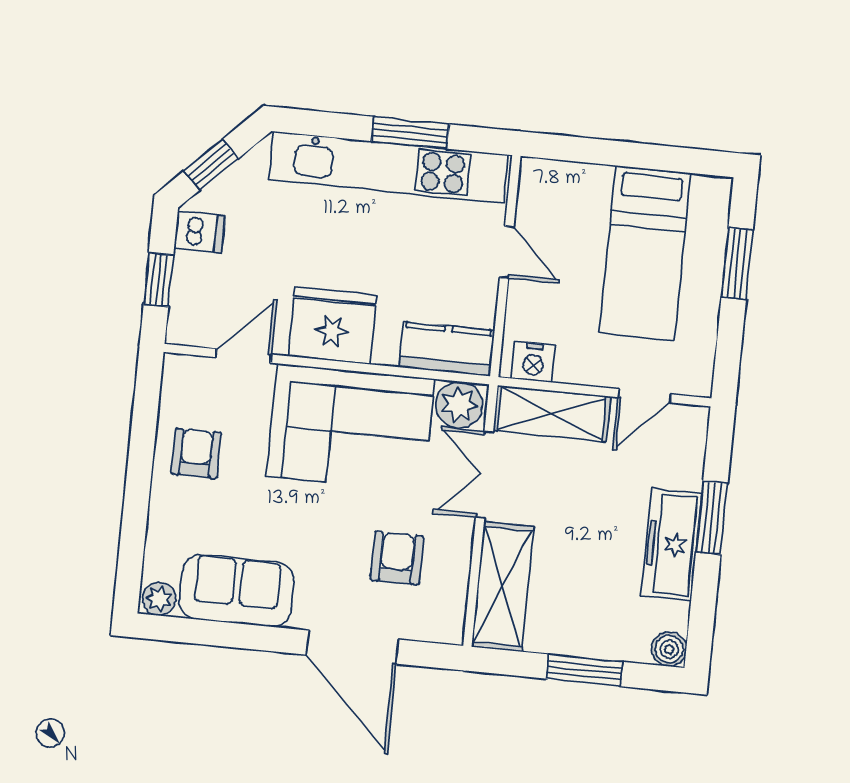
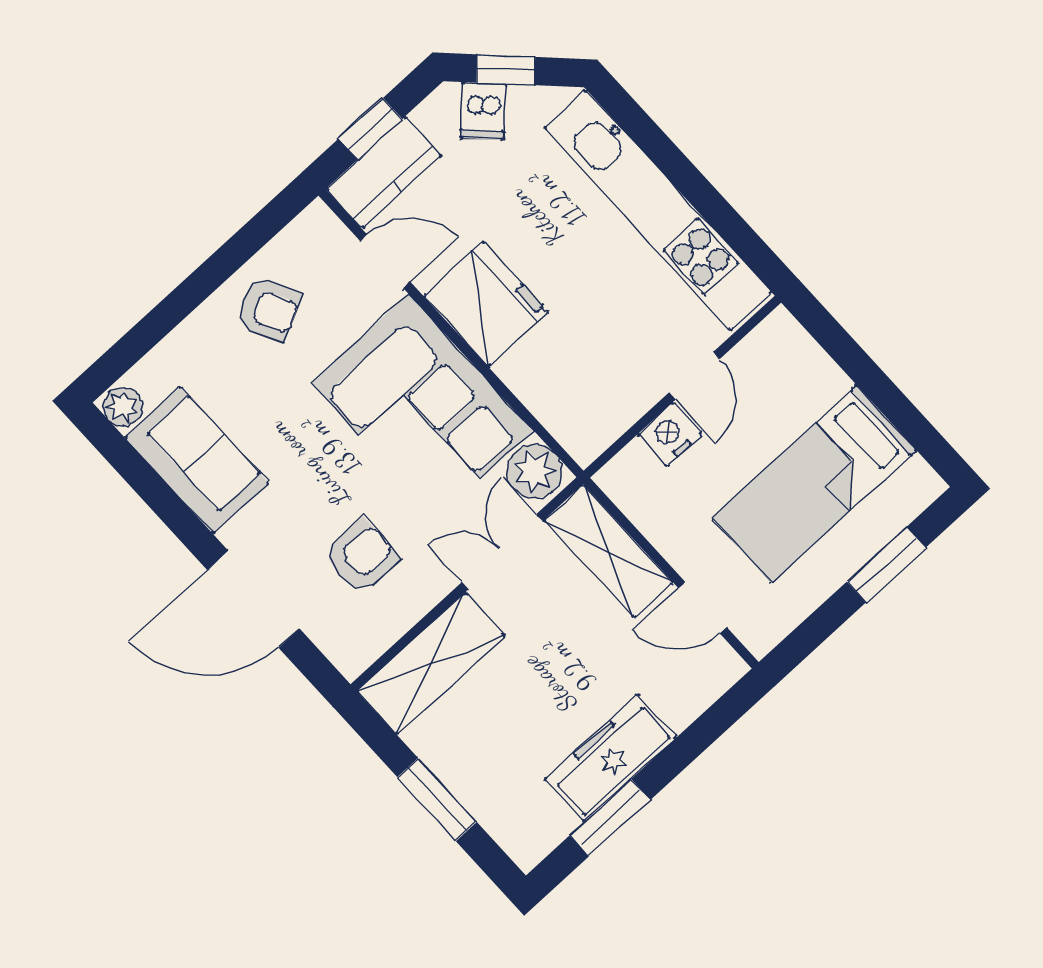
window: (410, 133) -> (704, 197), removed
dishwasher: (200, 232) -> (483, 111), moved, turned 45
kitchen counter: (447, 349) -> (384, 172), moved, turned 90
nightstand: (533, 362) -> (670, 434), moved, turned 90
armchair: (196, 453) -> (268, 309), turned 63
window: (712, 518) -> (610, 818), moved
door: (353, 647) -> (253, 599), hinge flipped
boiler: (669, 649) -> (527, 847), removed

